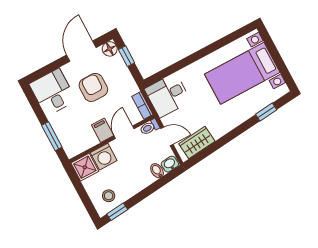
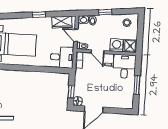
armchair: (93, 87) -> (99, 86), removed
desk: (53, 92) -> (124, 66), moved, turned 180
window: (266, 112) -> (39, 15), moved
door: (124, 132) -> (98, 52), hinge flipped
window: (52, 136) -> (137, 85), moved
window: (117, 212) -> (105, 12), moved

